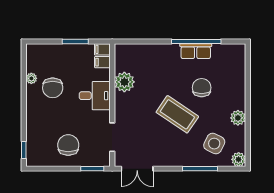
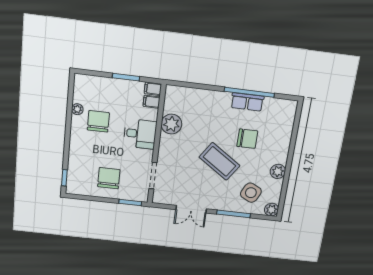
chair: (53, 88) -> (98, 121), turned 180
chair: (202, 88) -> (247, 139), turned 90
double door: (137, 169) -> (191, 209), moved

